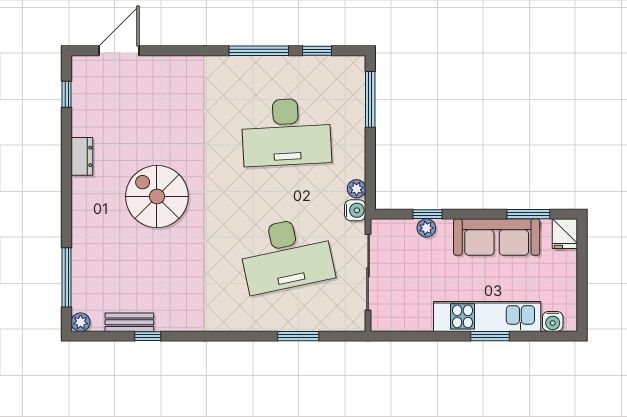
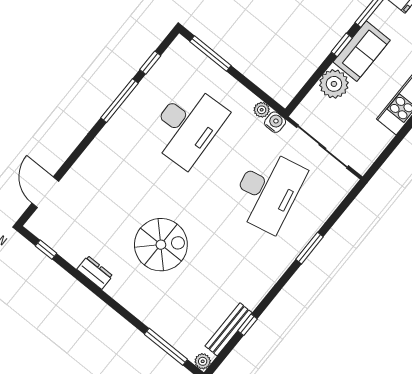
spiral stairs: (157, 197) -> (161, 245), turned 180
window: (428, 214) -> (342, 45), moved
plant: (426, 228) -> (334, 84), width x1.88, depth x1.88
sofa: (497, 237) -> (362, 51), width x0.73
bench: (129, 322) -> (229, 329), width x1.36
window: (298, 336) -> (310, 248), moved

